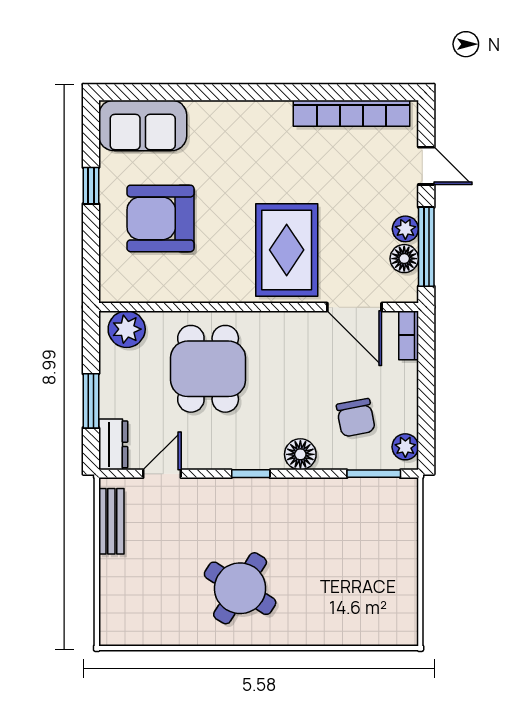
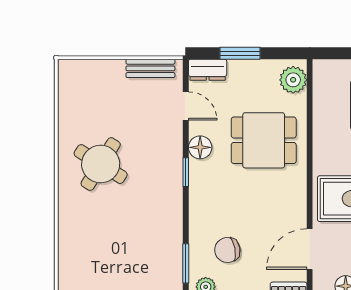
floor lamp: (300, 454) -> (200, 147), moved

